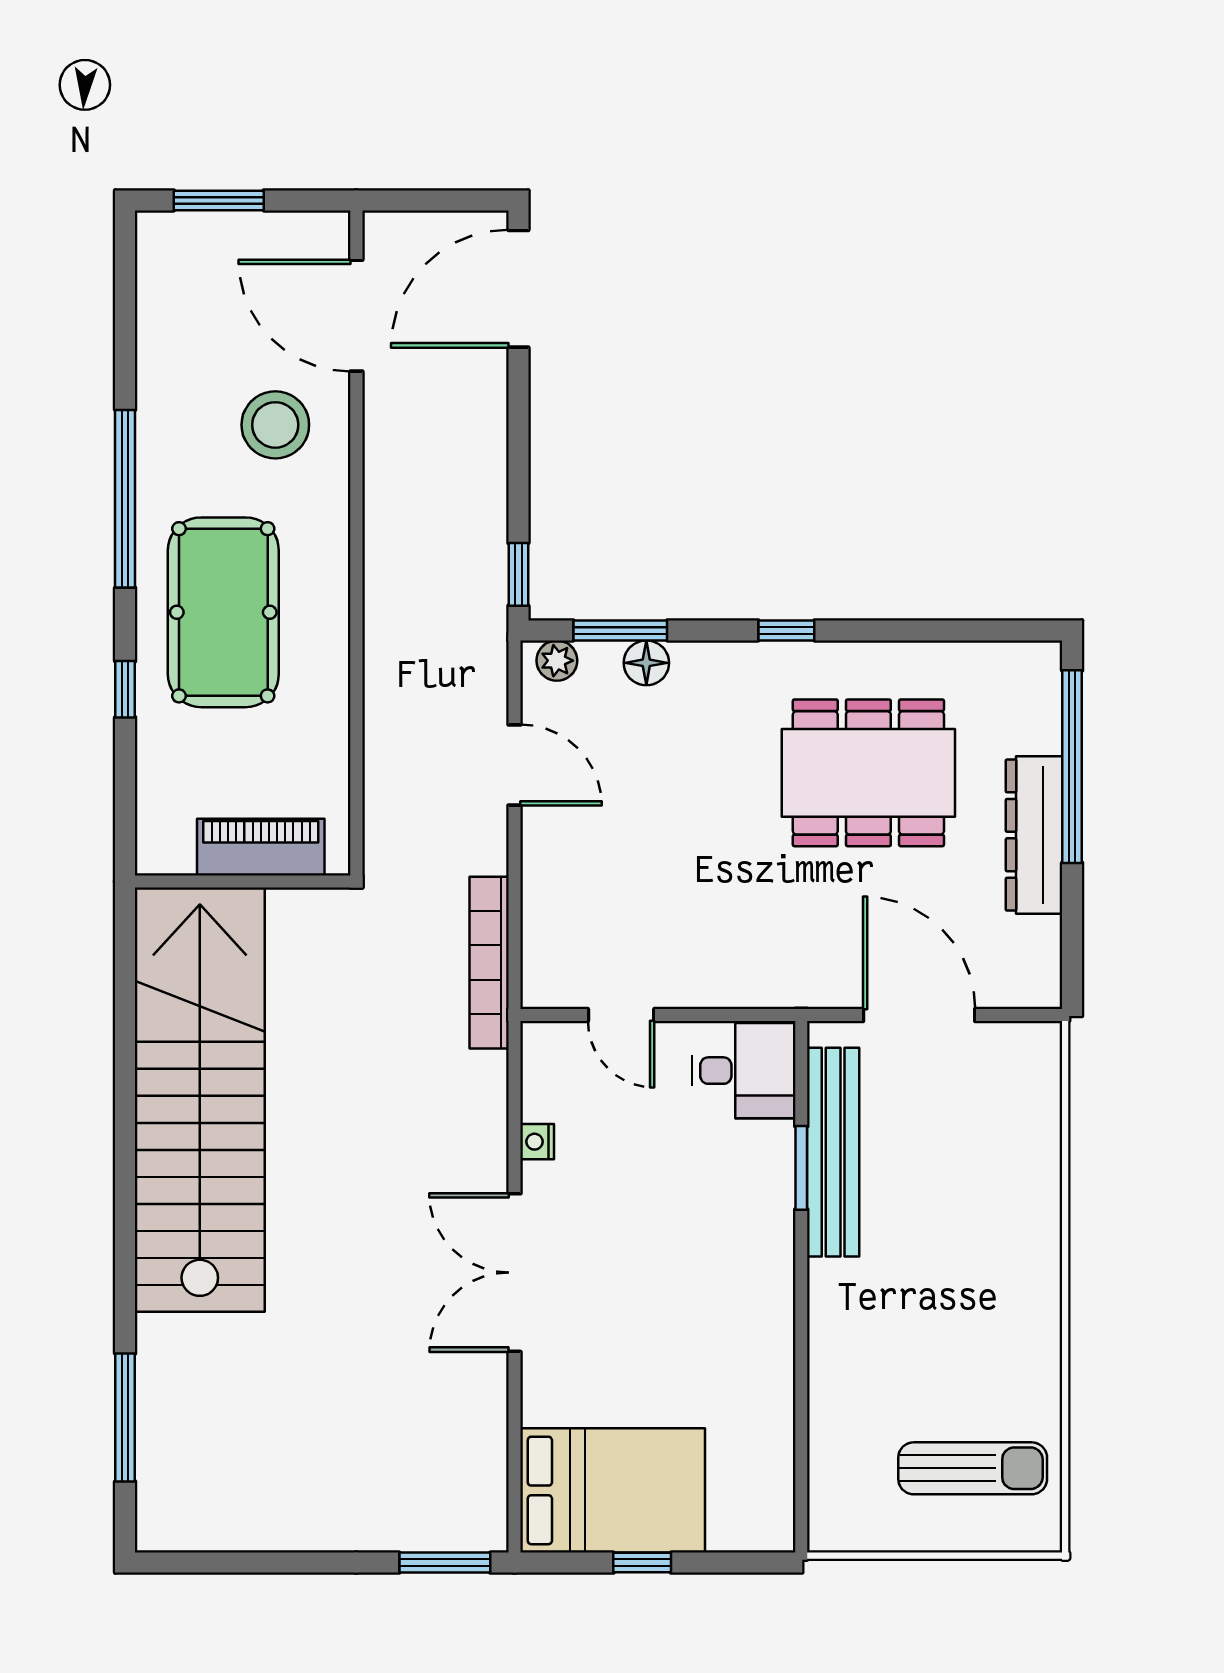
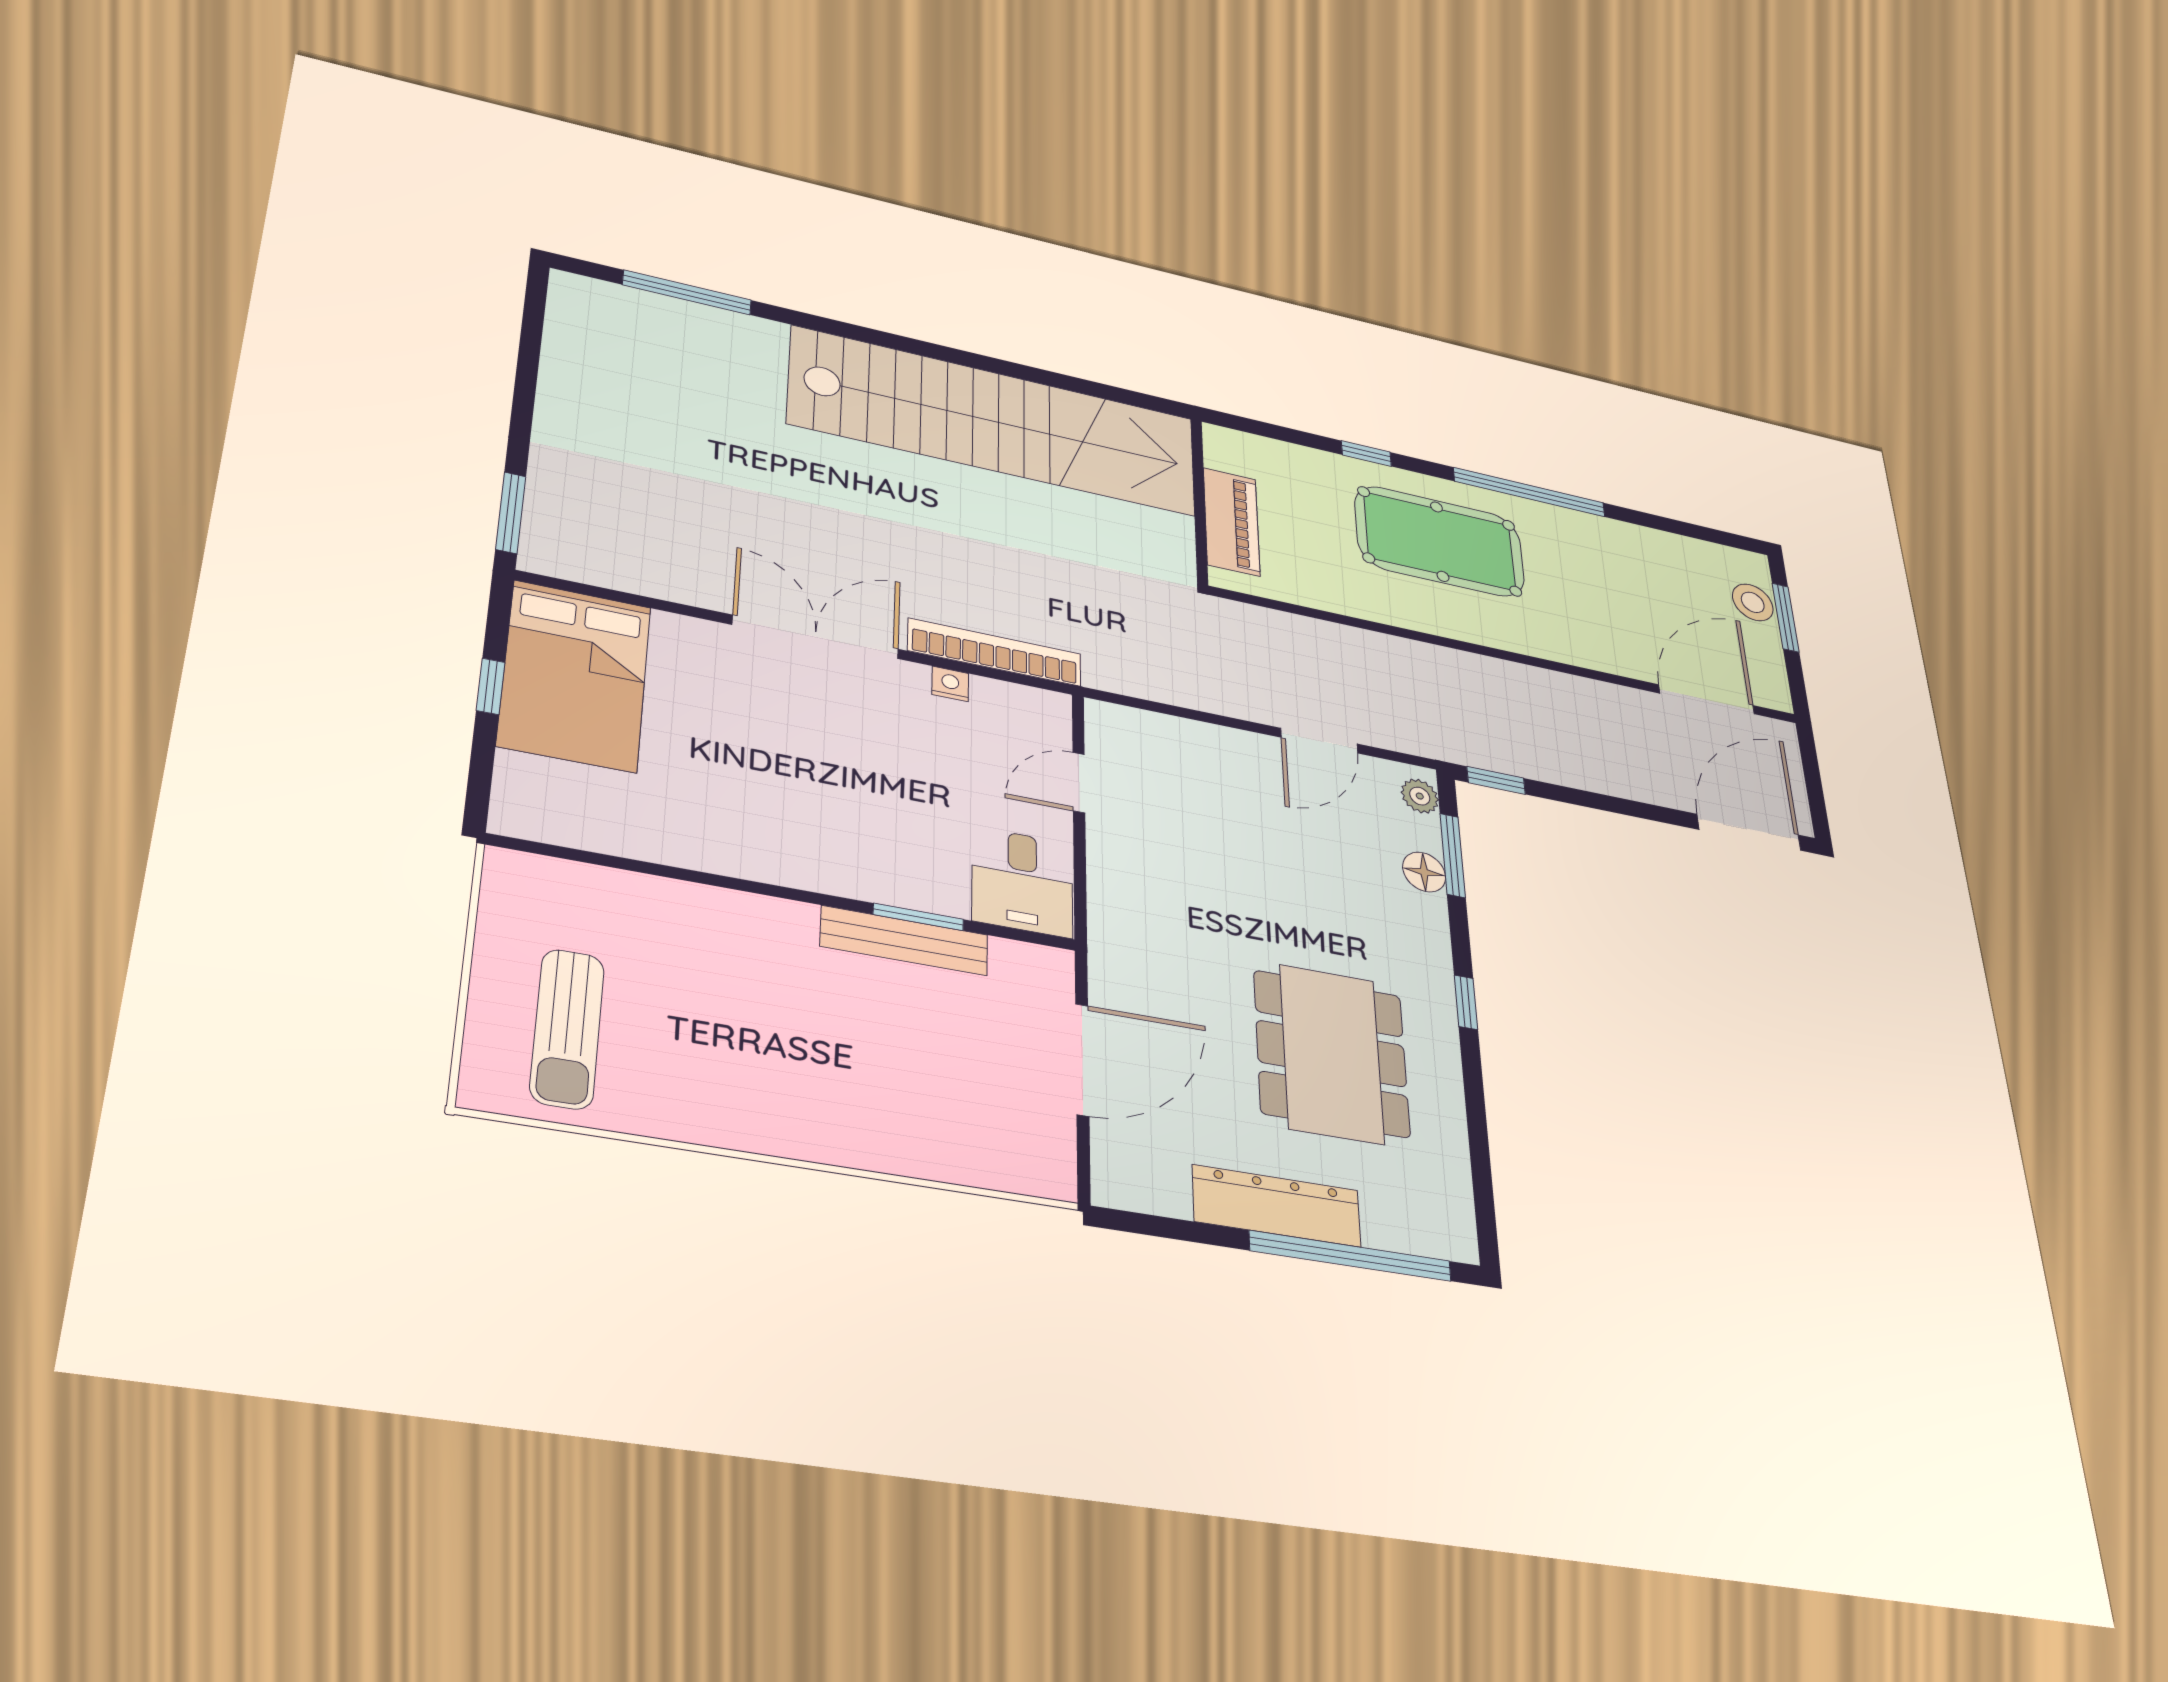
door: (518, 289) -> (1749, 832), hinge flipped
stool: (275, 425) -> (1753, 602), moved, width x0.73, depth x0.73
bookcase: (489, 963) -> (995, 652), moved
bench: (833, 1152) -> (904, 941), width x0.73, depth x0.82

